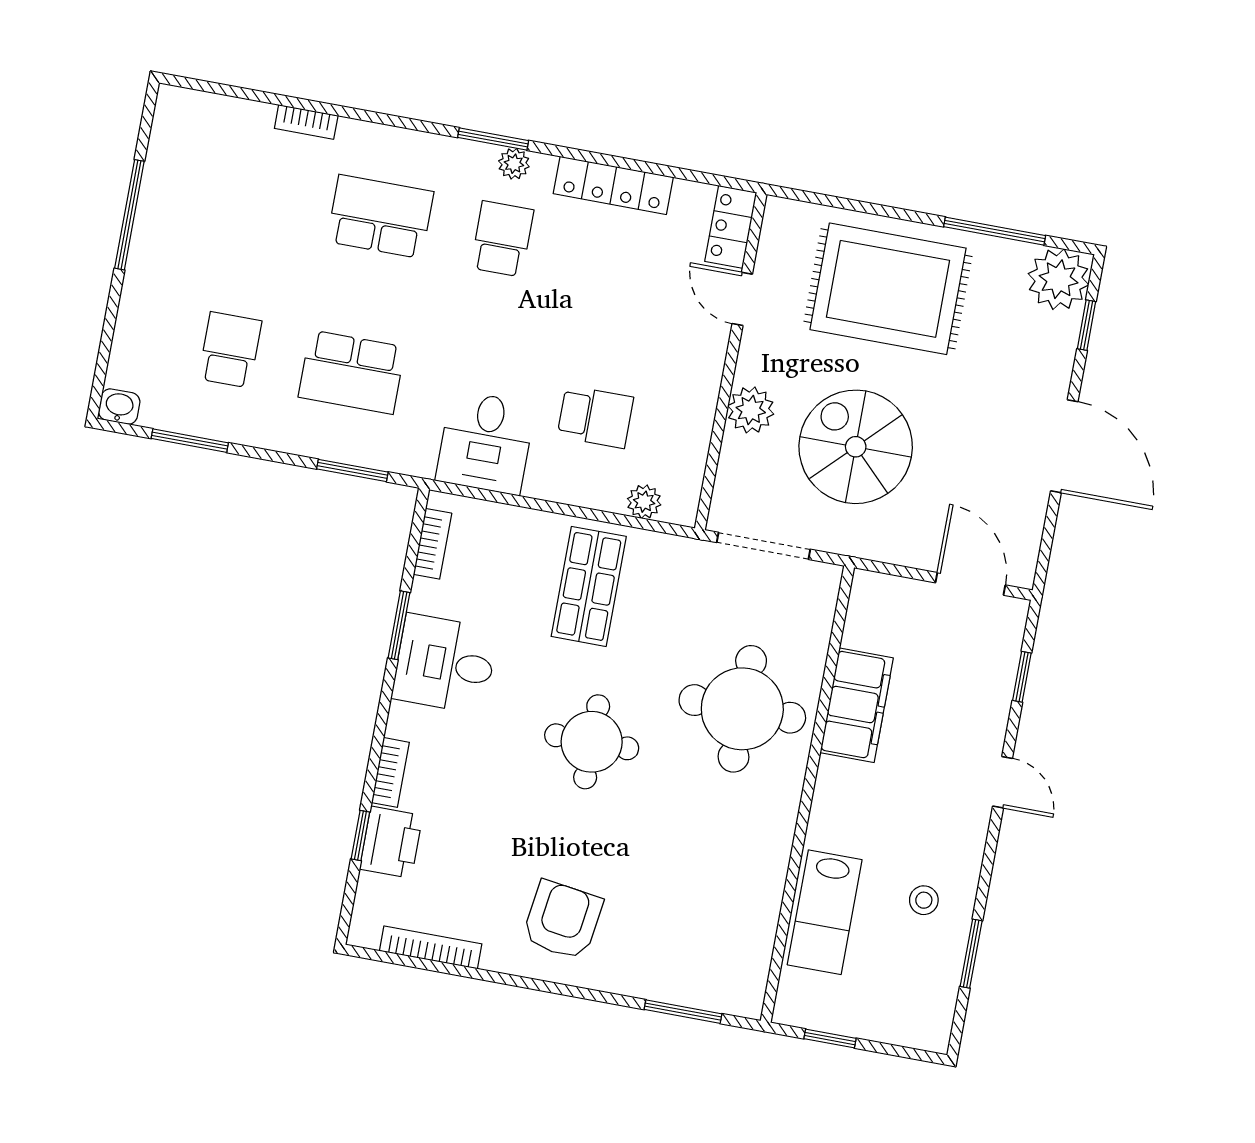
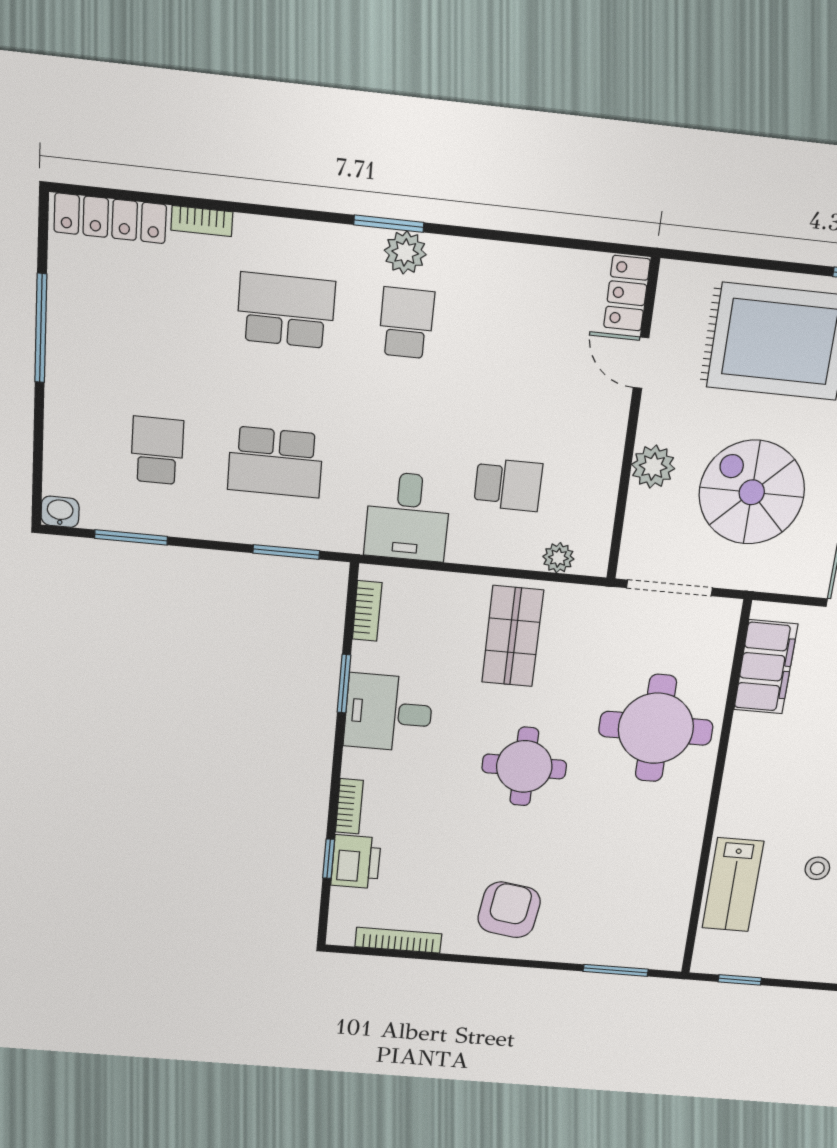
plant: (514, 164) -> (405, 252), width x1.38, depth x1.38
locker: (613, 185) -> (110, 218), moved
filing cabinet: (857, 705) -> (766, 667), moved

